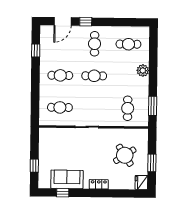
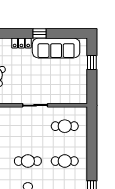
sofa: (67, 179) -> (56, 48), width x1.36
window: (63, 193) -> (39, 33), moved

